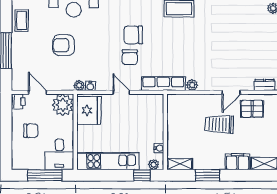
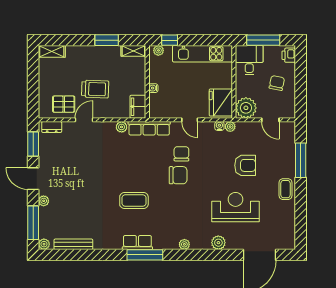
printer: (18, 102) -> (289, 55), moved
chair: (31, 131) -> (277, 83), turned 102
water cooler: (159, 148) -> (153, 88), moved
filing cabinet: (238, 162) -> (138, 107), moved, turned 90

